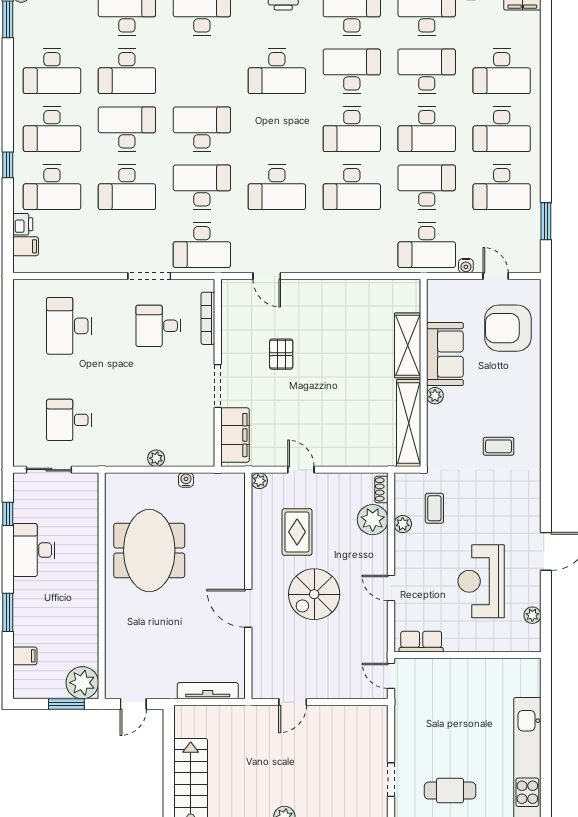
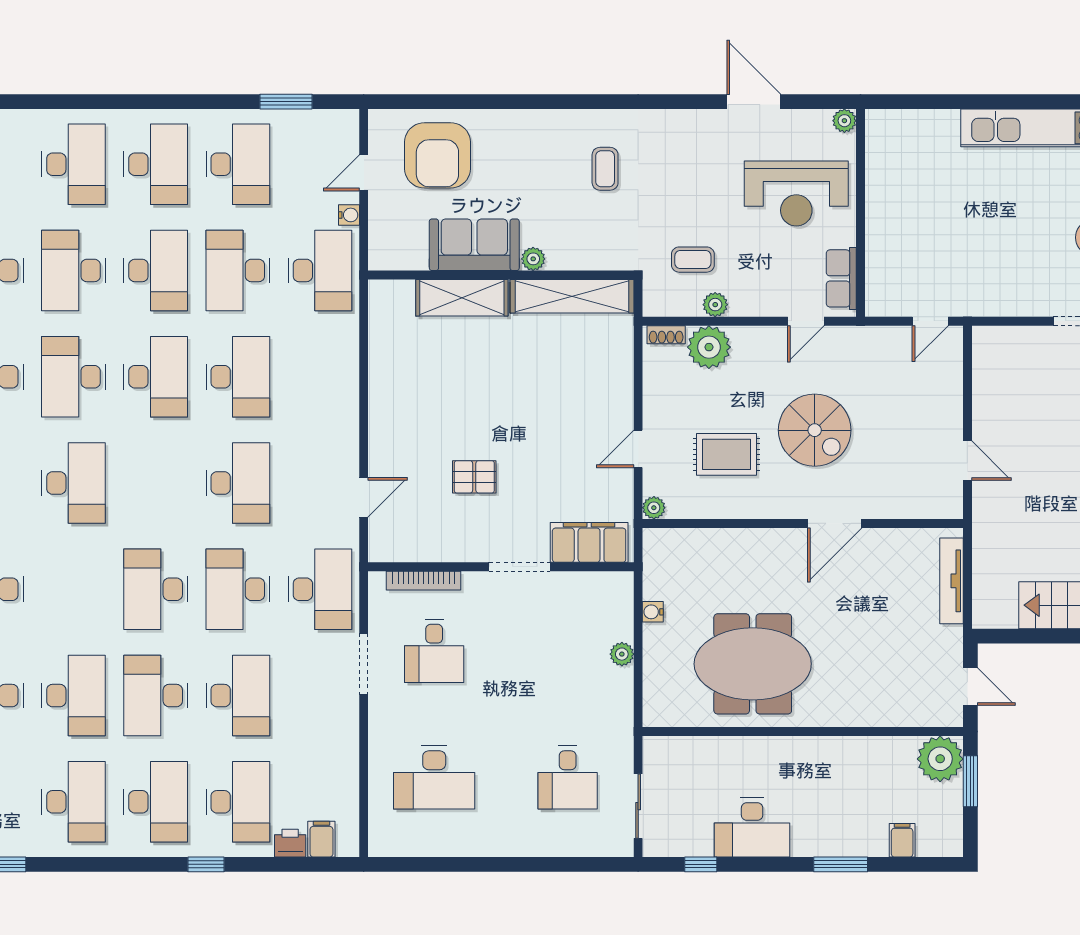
row of seats: (421, 642) -> (841, 278), moved
wall: (467, 655) -> (861, 213), moved

